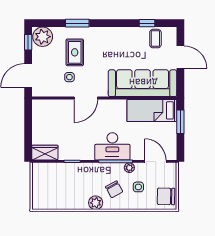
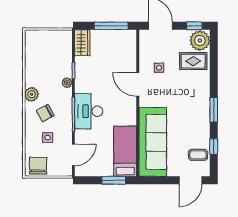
window: (77, 23) -> (214, 110), moved
rug: (75, 52) -> (193, 61), moved
door: (180, 57) -> (190, 180), moved
window: (28, 124) -> (111, 26), added
plant: (129, 168) -> (67, 83), moved

